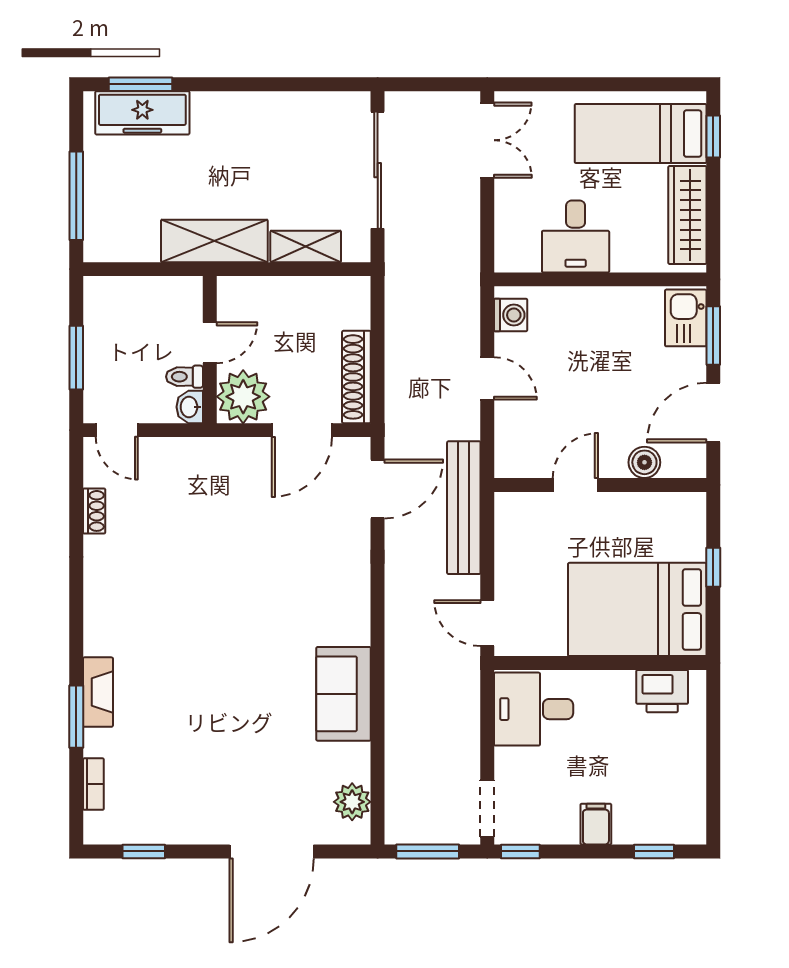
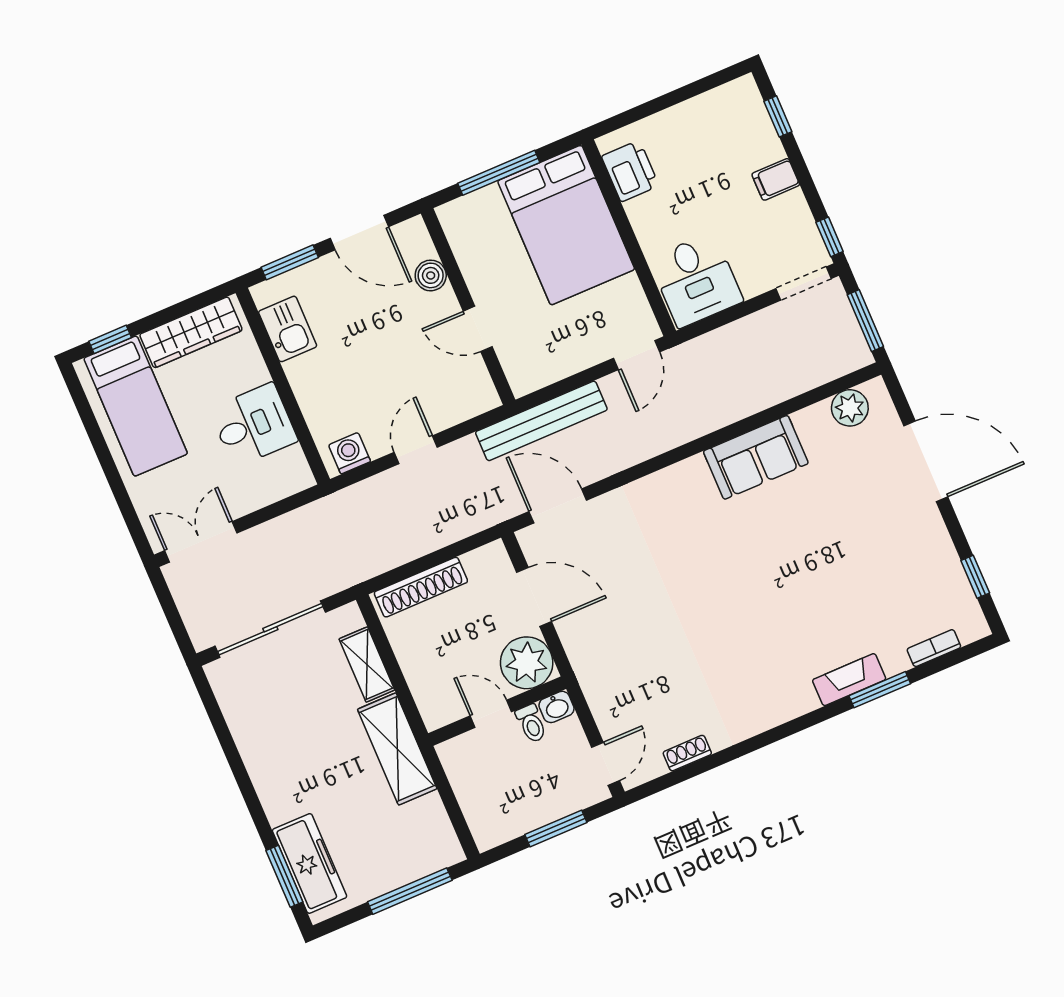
kitchen sink: (686, 318) -> (288, 329), moved, turned -90
shoe rack: (356, 377) -> (421, 587), moved
window: (713, 567) -> (499, 173), width x2.17

